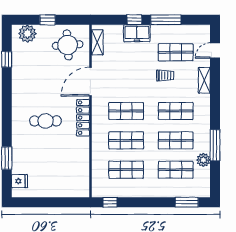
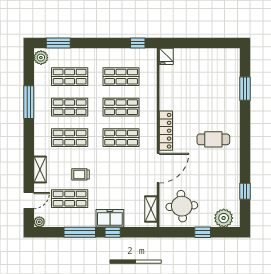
plant: (205, 30) -> (39, 222), added
cafe table: (46, 121) -> (213, 139), moved
plant: (203, 160) -> (41, 58), moved
fridge: (20, 181) -> (166, 56), moved, turned -90

